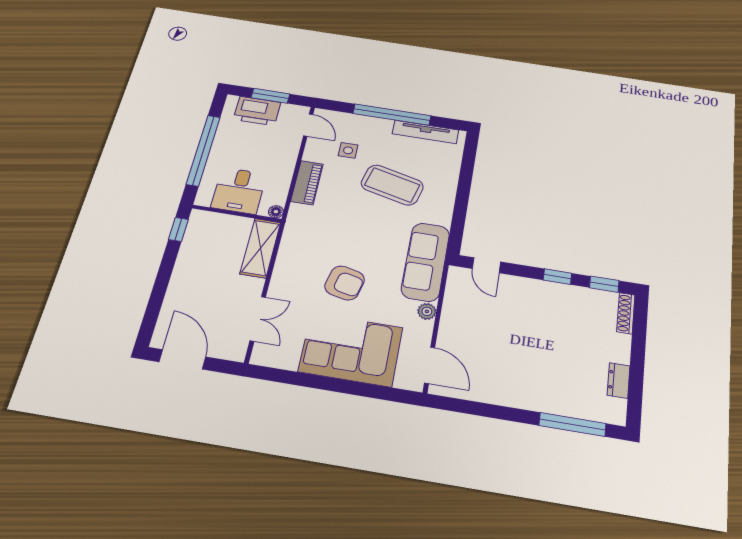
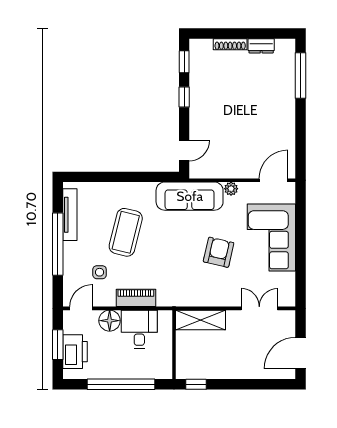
desk: (239, 191) -> (139, 329), moved, turned -90
floor lamp: (276, 212) -> (110, 321), moved, width x1.89, depth x1.89
shoe rack: (626, 313) -> (230, 44), moved

